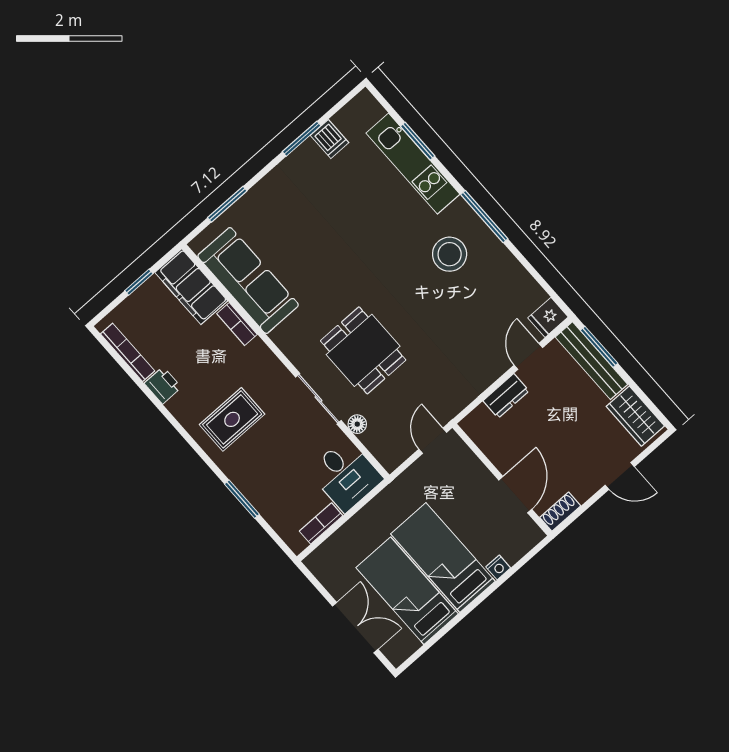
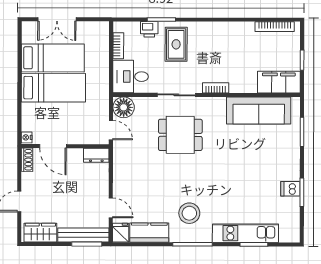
dishwasher: (330, 139) -> (290, 189), moved
kitchen counter: (517, 282) -> (149, 233), added
bookcase: (237, 324) -> (216, 88), moved
printer: (163, 385) -> (149, 29), moved
dresser: (506, 396) -> (96, 155), moved, turned -90
rug: (232, 419) -> (176, 44), moved
floor lamp: (357, 424) -> (124, 107), moved, width x1.89, depth x1.89
nightstand: (498, 567) -> (27, 137), moved

